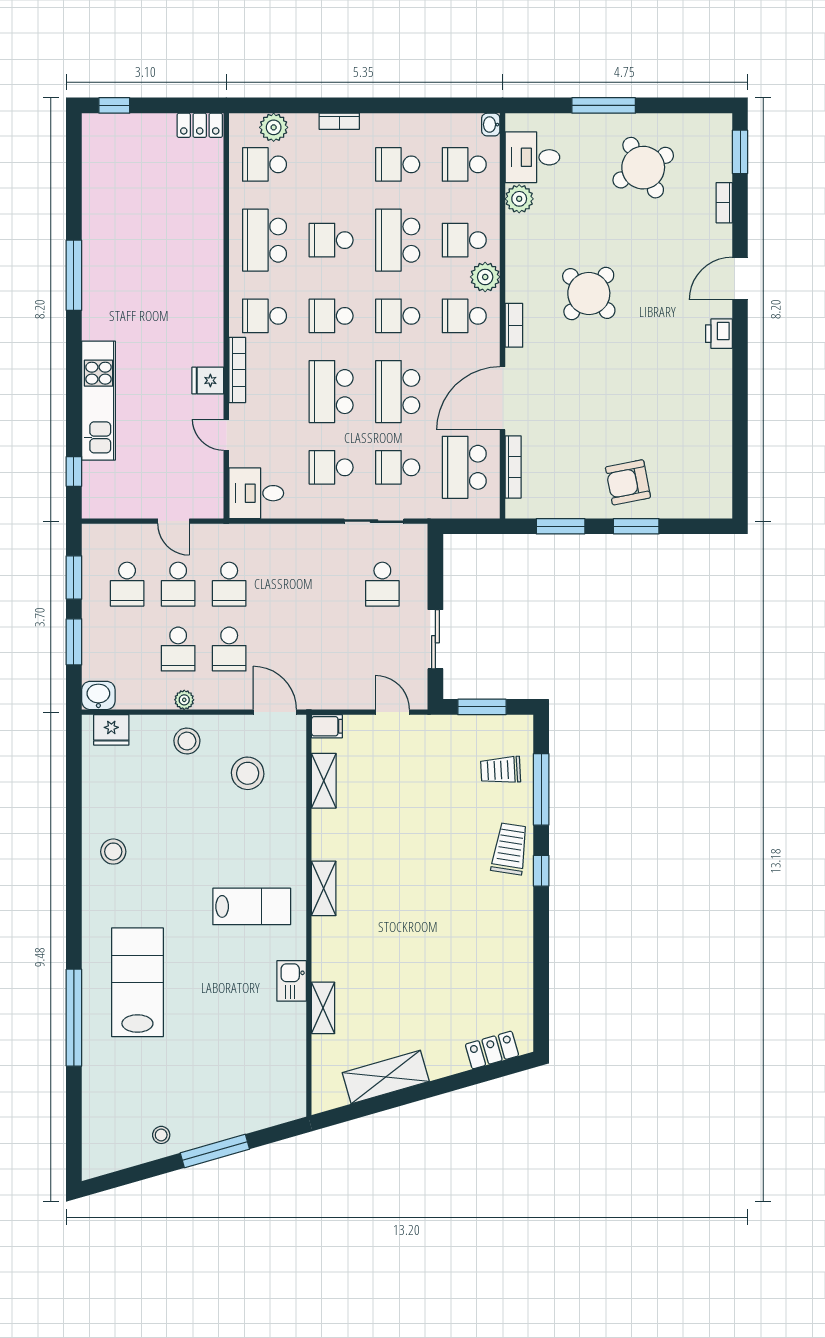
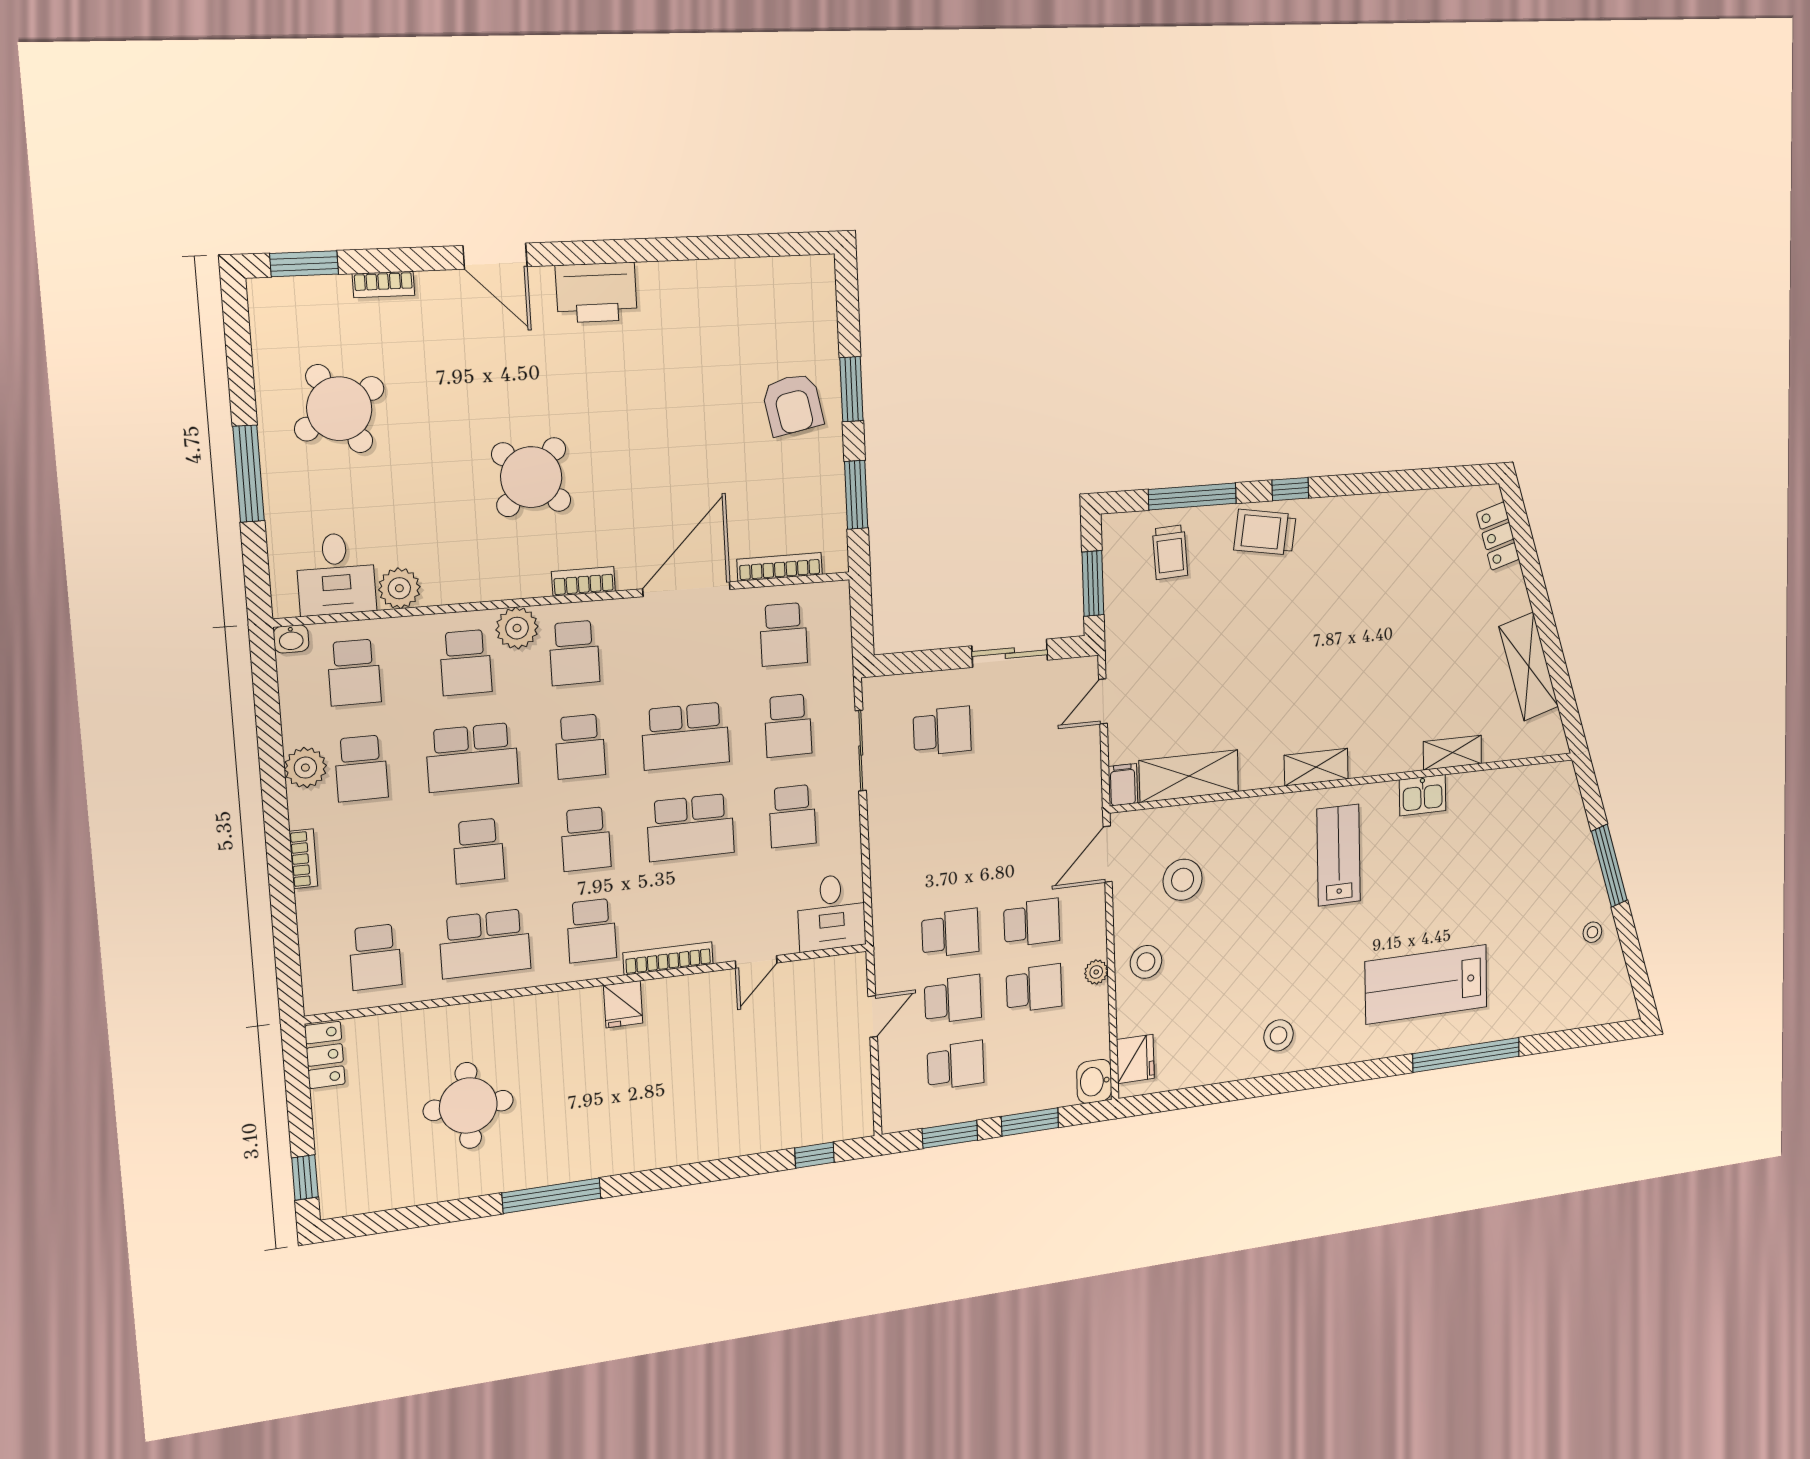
plant: (274, 127) -> (305, 768), moved
round table: (149, 221) -> (468, 1105), added
printer: (719, 334) -> (596, 293), width x1.87, depth x1.48
fridge: (208, 380) -> (623, 1004), moved
door: (503, 398) -> (687, 589), swing flipped
kitchen unit: (99, 401) -> (720, 1137), removed
school desk: (464, 467) -> (784, 634), width x0.54
shelving: (324, 781) -> (1189, 776), width x1.50, depth x1.33

